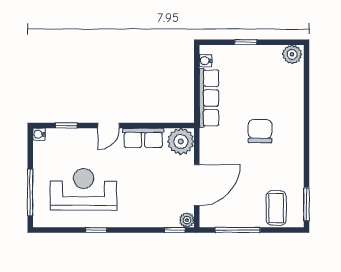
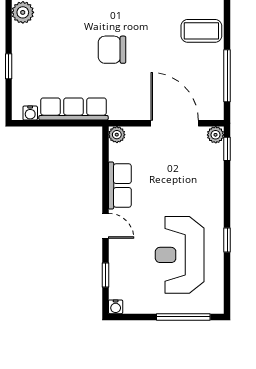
plant: (181, 141) -> (117, 135), width x0.53, depth x0.53

